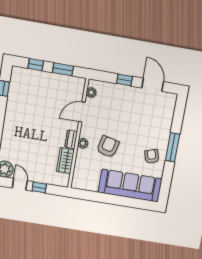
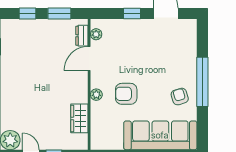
dresser: (71, 139) -> (82, 36), moved
armchair: (108, 147) -> (126, 94), turned -103
window: (173, 147) -> (202, 82), width x1.46

